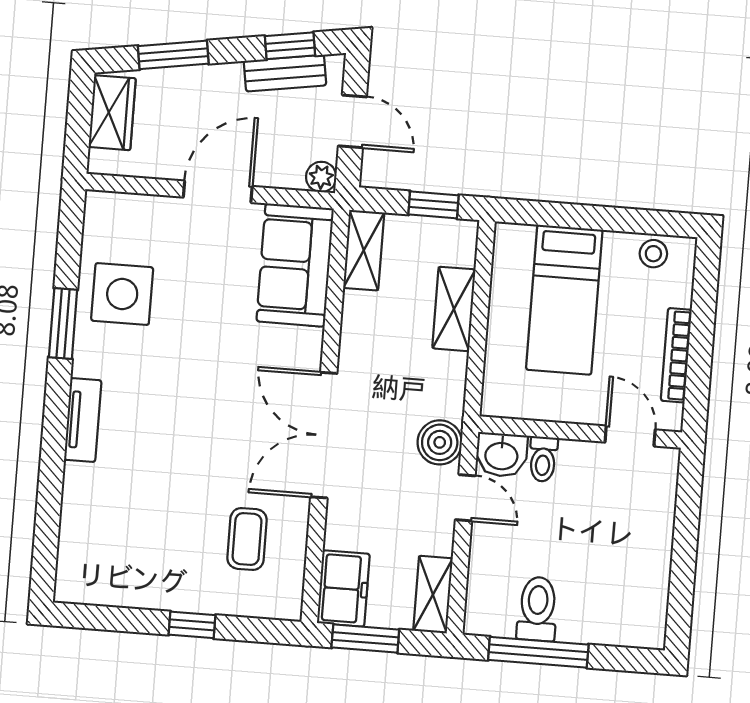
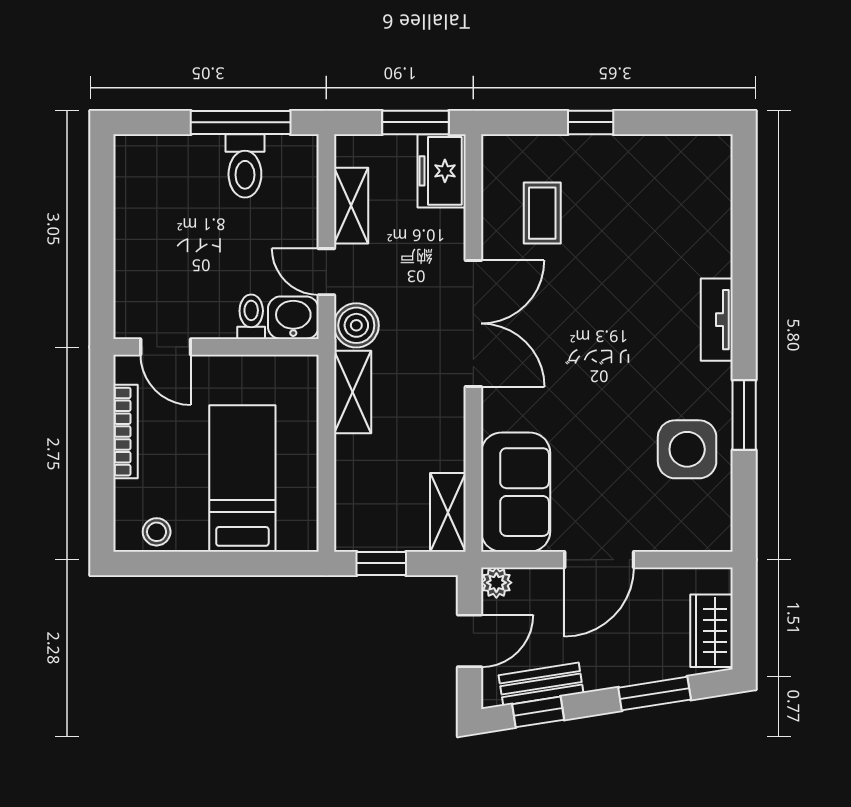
door: (352, 121) -> (469, 641), swing flipped
shelving: (454, 309) -> (353, 392), moved
shelving: (433, 595) -> (351, 206), moved

